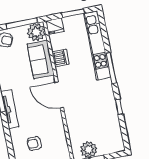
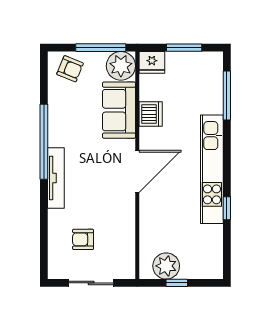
kitchen unit: (97, 45) -> (212, 169), moved
window: (111, 68) -> (227, 95), moved
door: (59, 95) -> (137, 171), swing flipped

